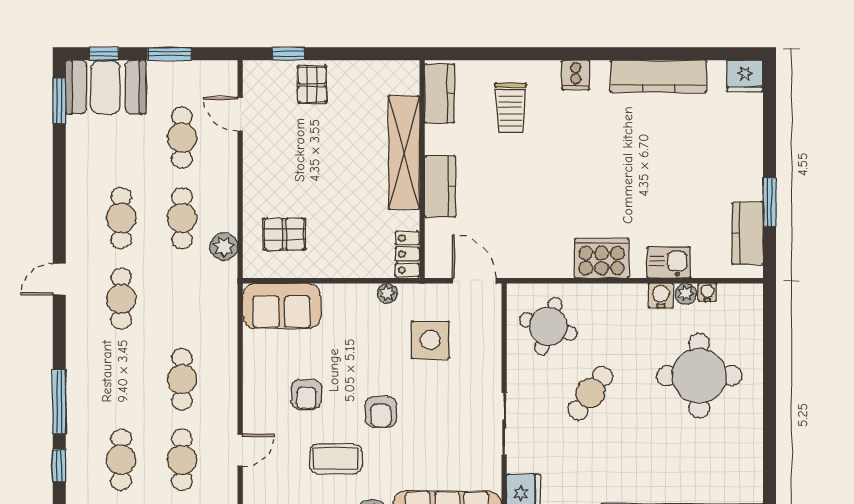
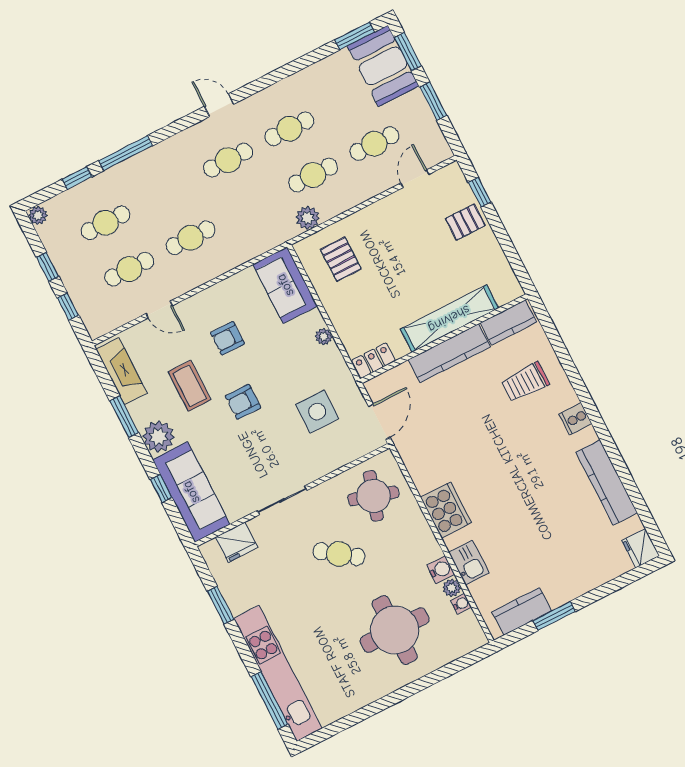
window: (104, 54) -> (408, 52), width x1.50
kitchen counter: (440, 187) -> (449, 353), width x1.50
plant: (387, 293) -> (324, 337), moved

